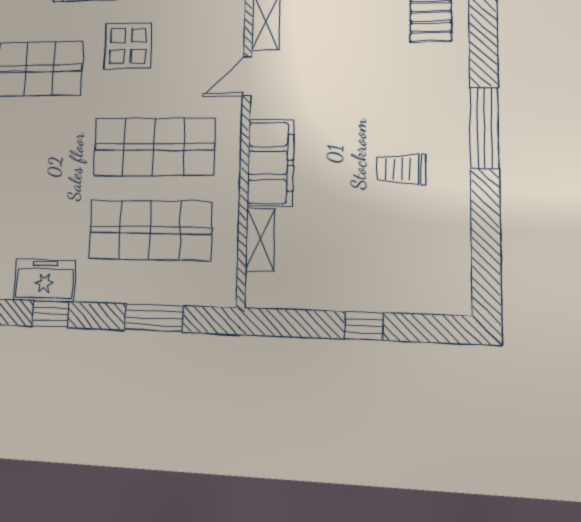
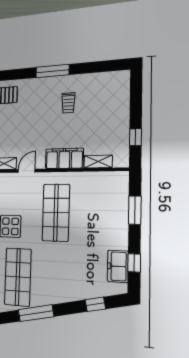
door: (247, 76) -> (27, 171), swing flipped
shop shelf: (150, 230) -> (94, 213), removed
window: (364, 326) -> (136, 137), moved

